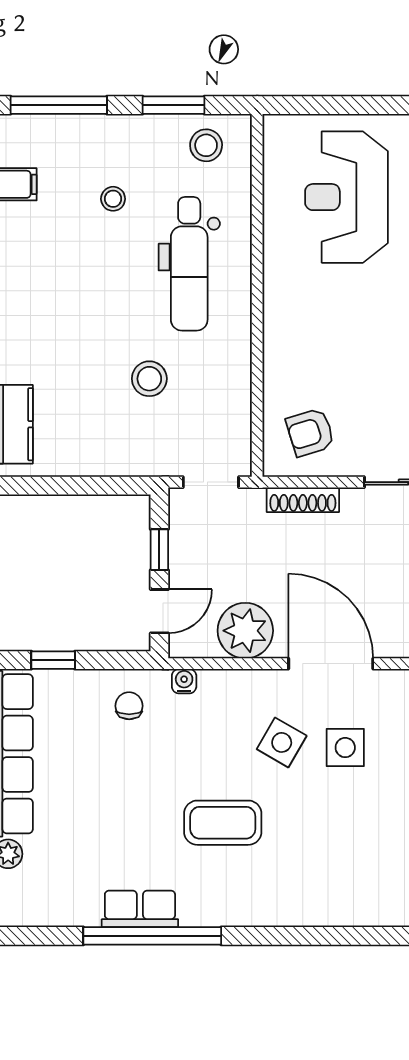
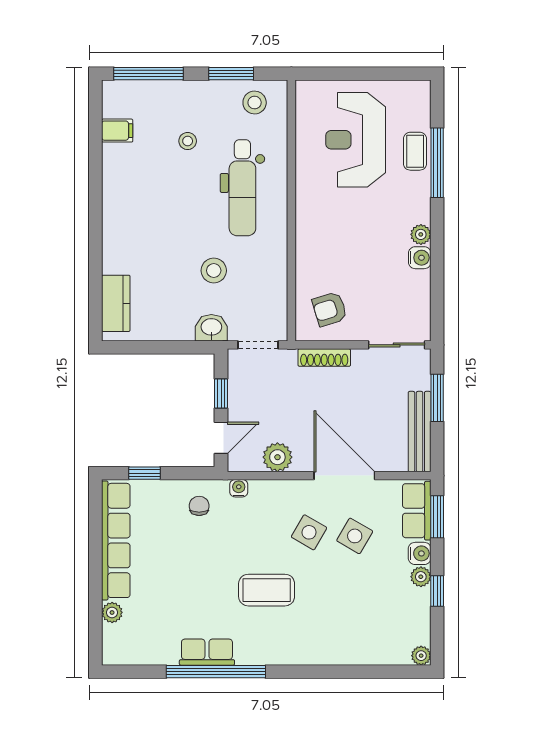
washbasin: (146, 458) -> (211, 328), added
plant: (245, 631) -> (277, 457), width x0.73, depth x0.73
side table: (345, 748) -> (355, 536), turned 30

